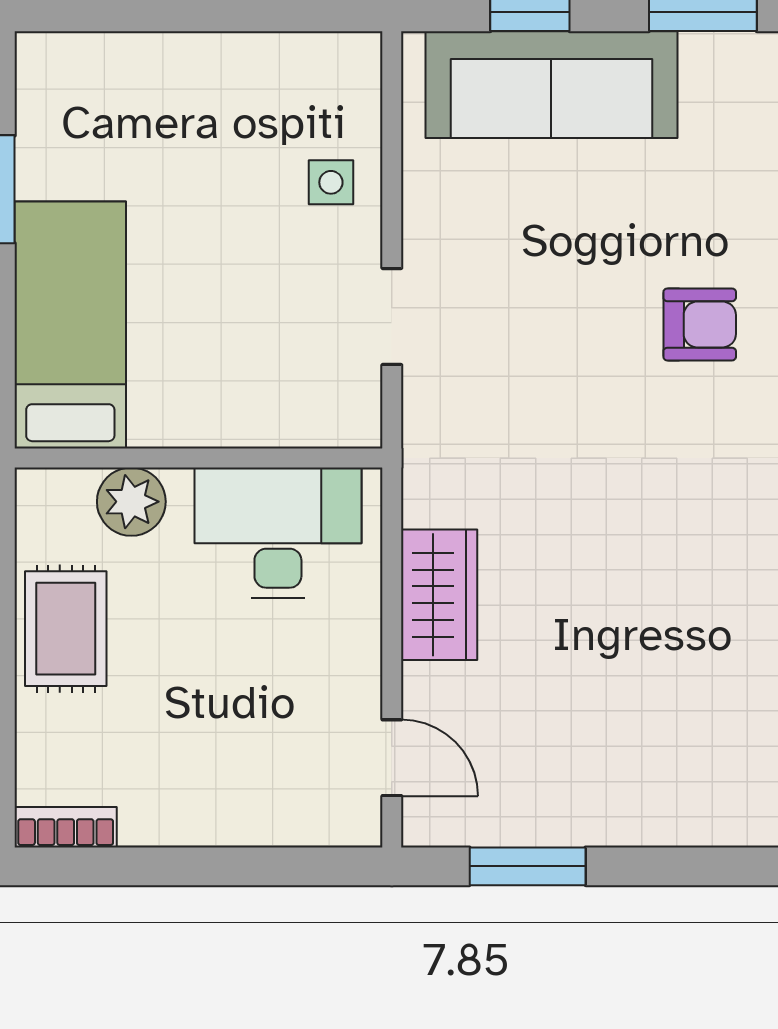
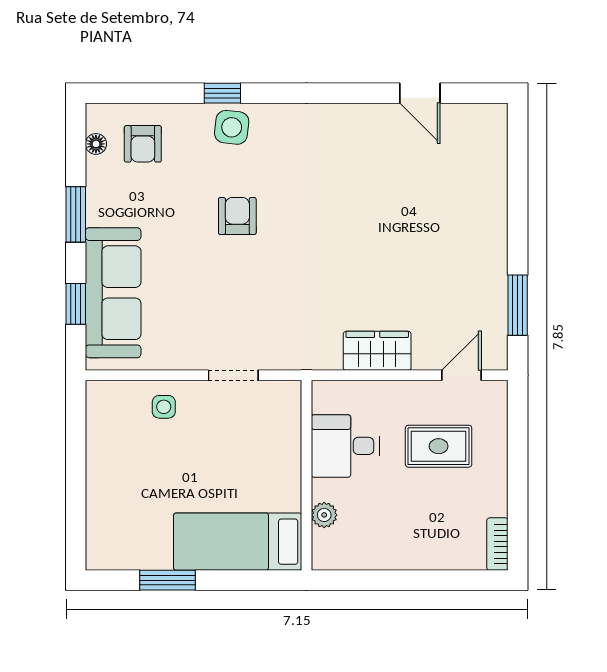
plant: (131, 502) -> (324, 515), width x0.73, depth x0.73
desk: (278, 533) -> (345, 446), width x0.73
rug: (66, 629) -> (439, 446), moved

